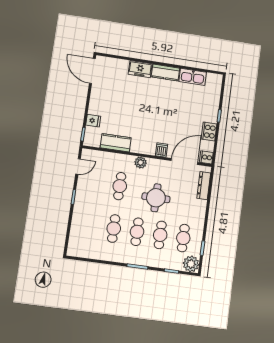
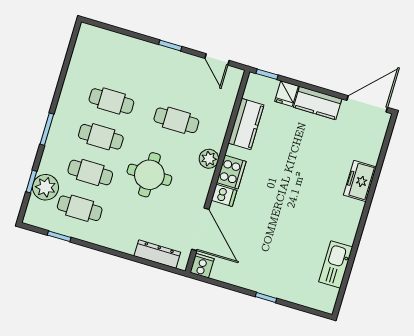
kitchen counter: (166, 72) -> (318, 103), moved, turned -90
cooker: (209, 131) -> (231, 172), moved, turned 90
plant: (191, 264) -> (45, 187), moved

